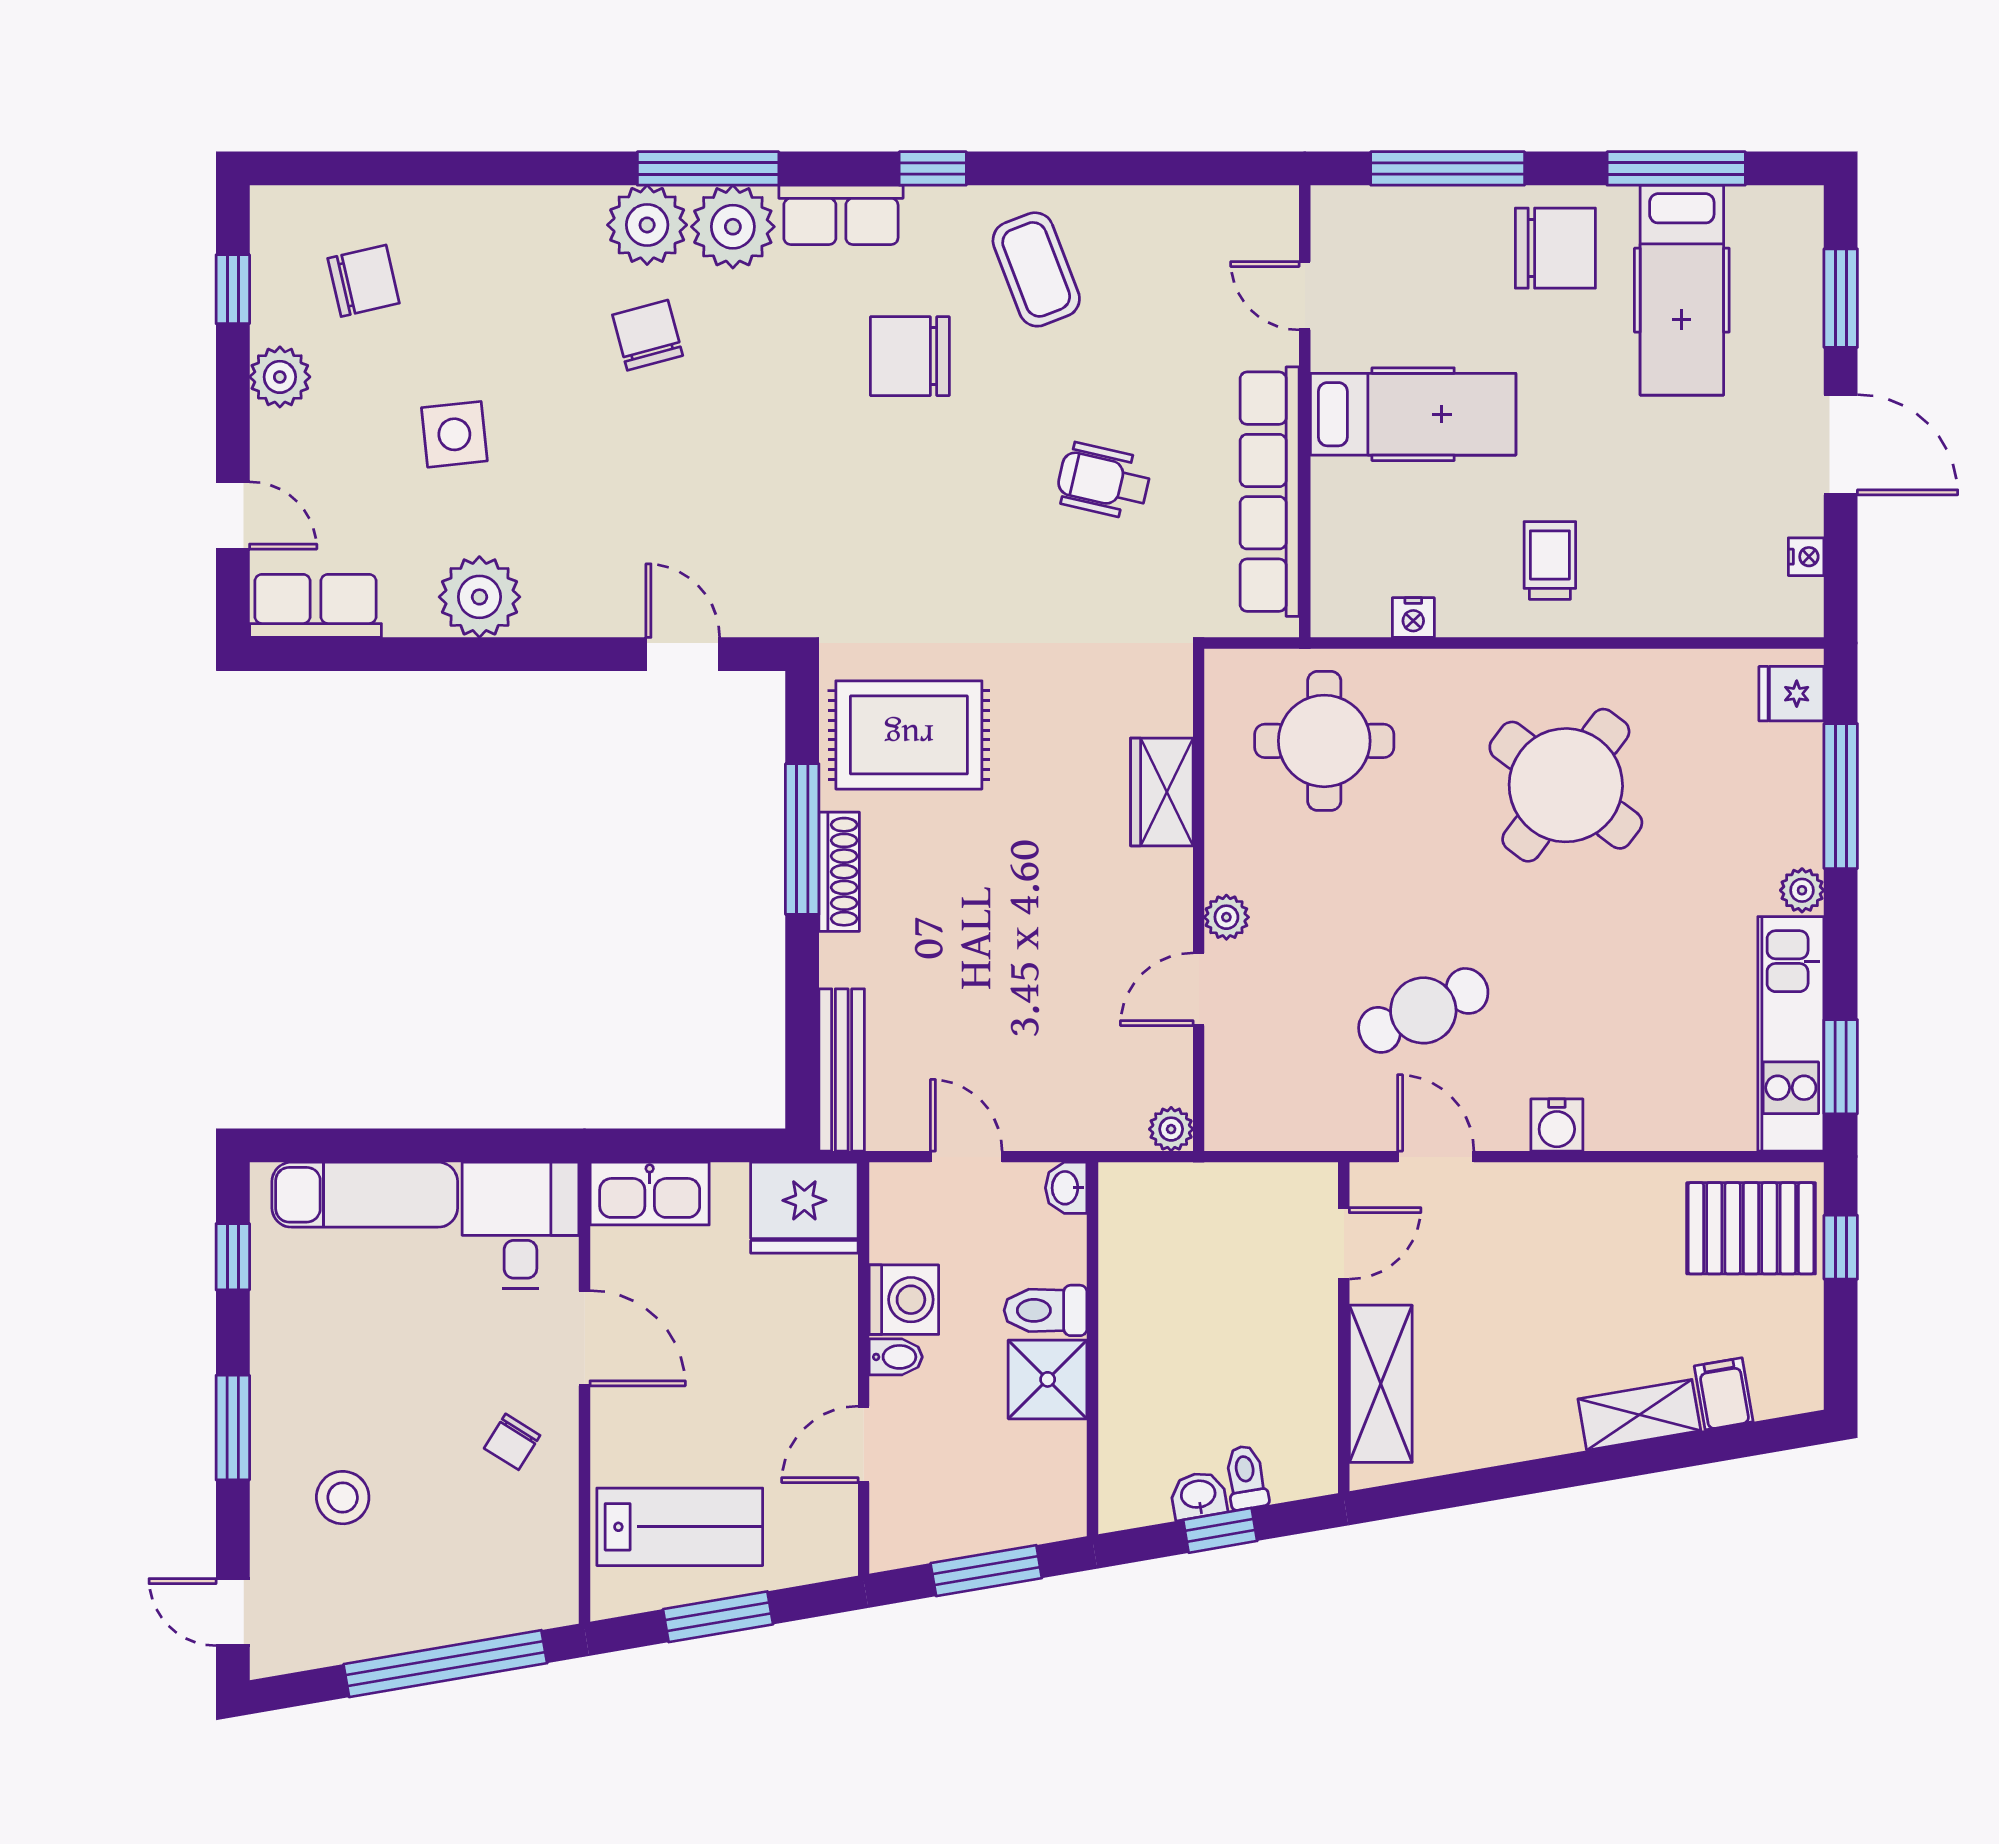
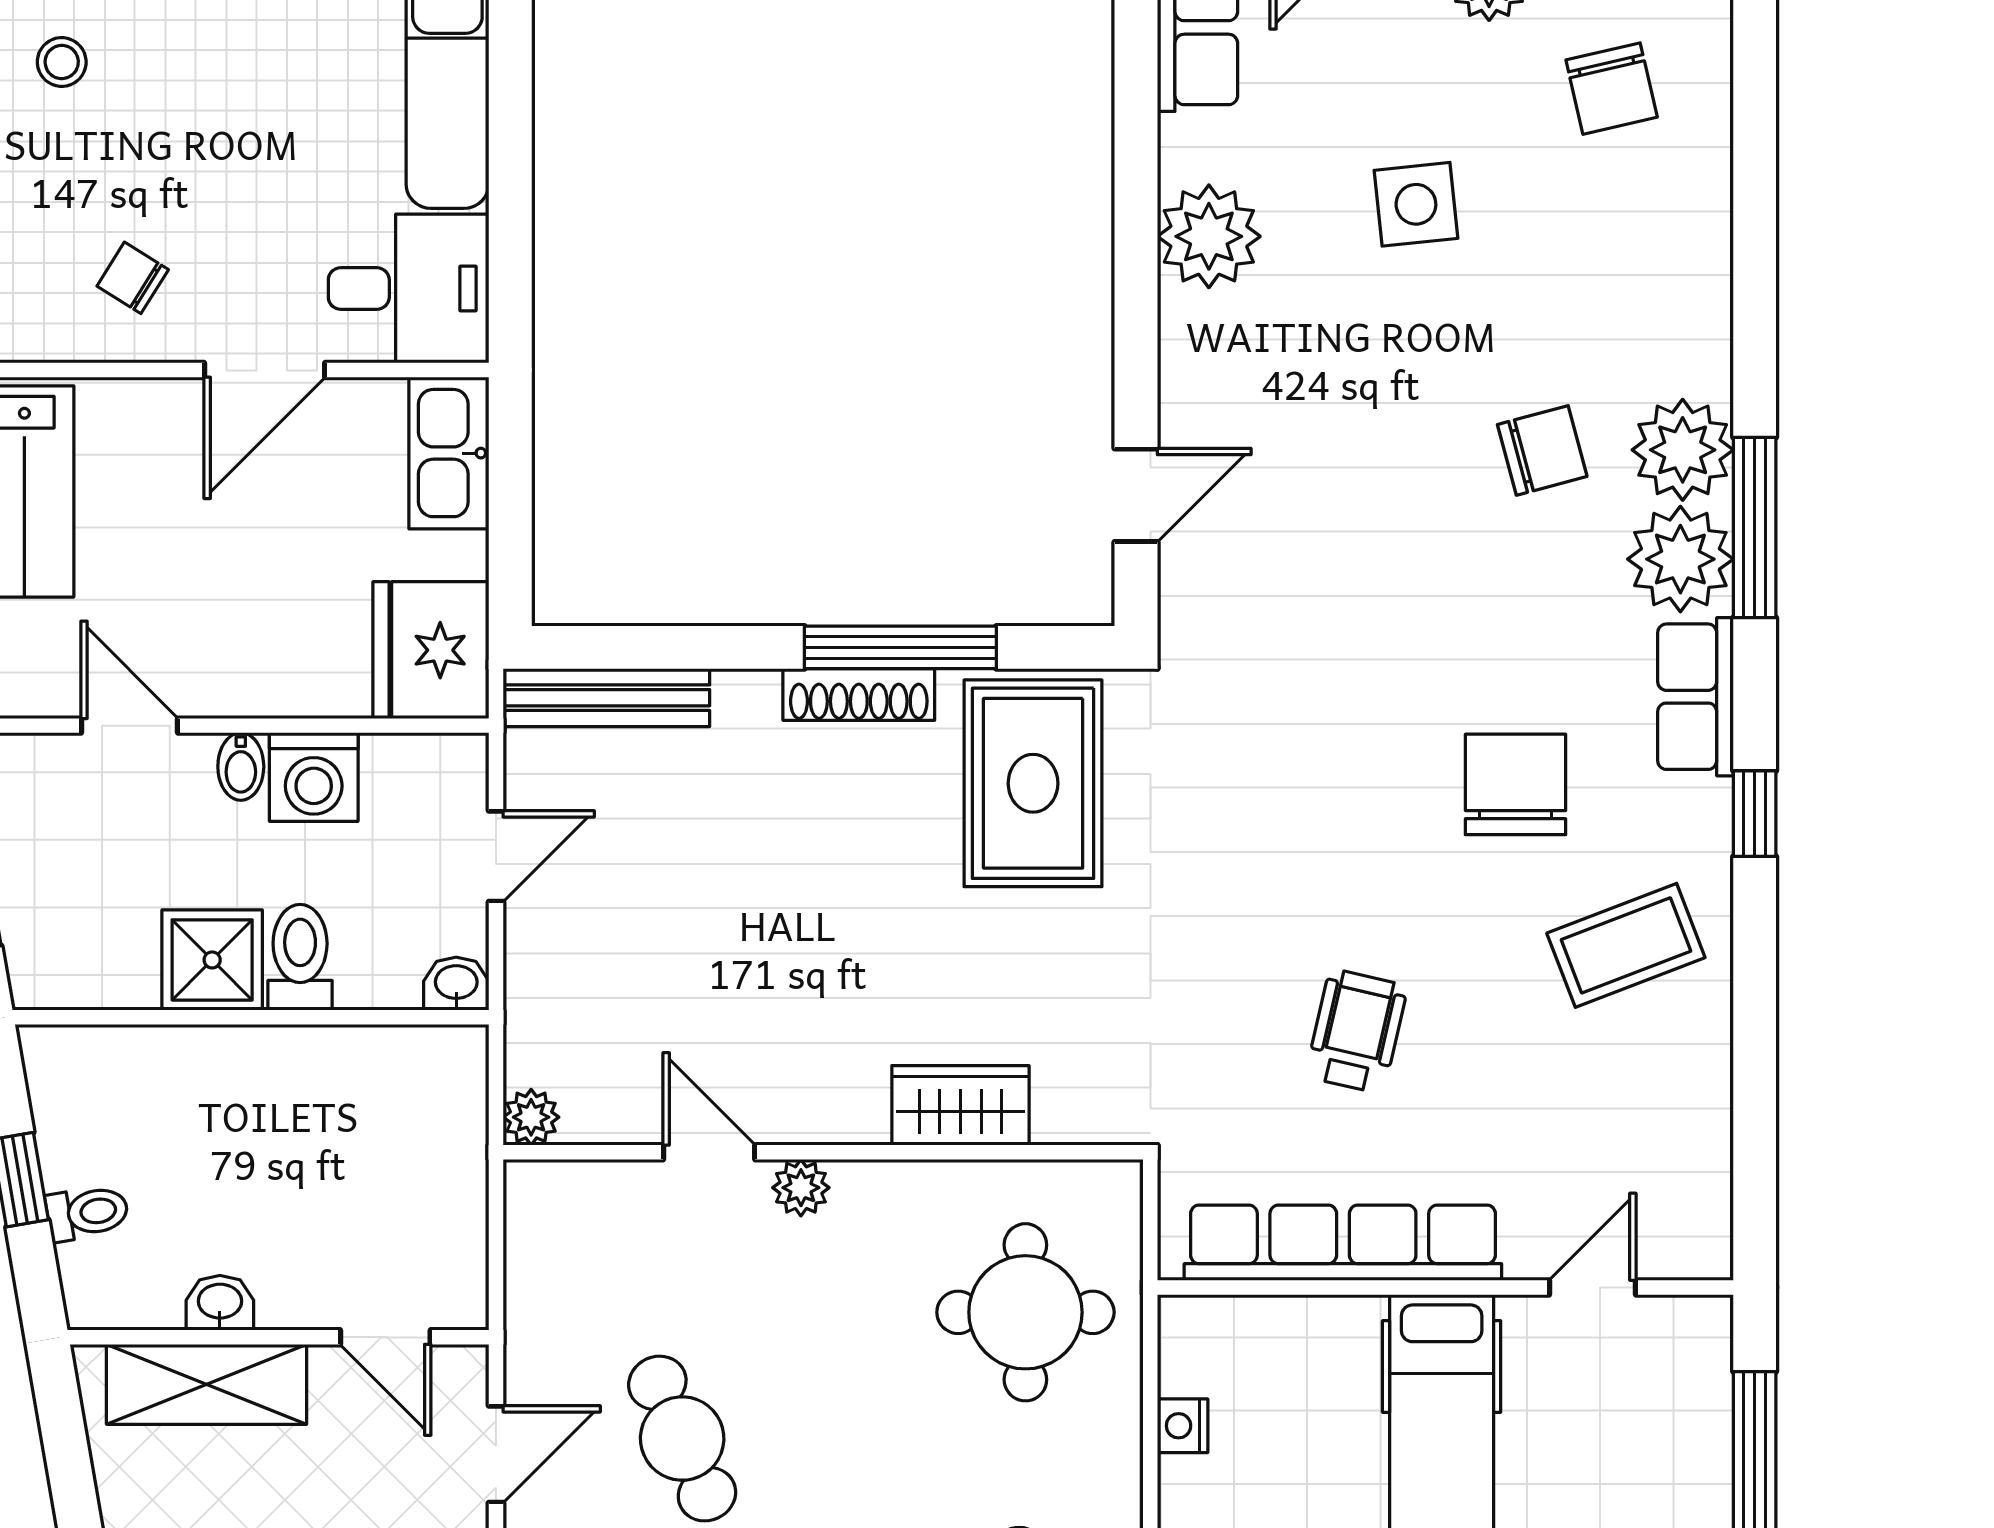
washbasin: (1198, 1495) -> (220, 1303), moved, turned -80
stool: (343, 1498) -> (62, 62), width x0.73, depth x0.73

